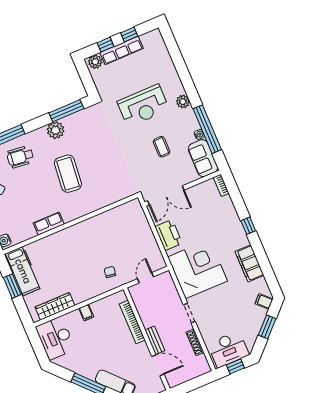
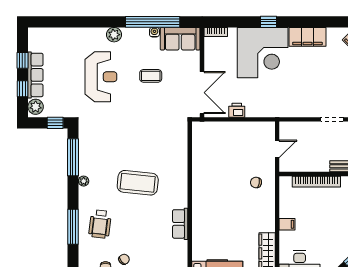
window: (89, 84) -> (55, 123), added
plant: (56, 130) -> (84, 181), width x0.53, depth x0.53
printer: (169, 235) -> (237, 110), width x0.53, depth x0.68
corner desk: (198, 269) -> (263, 53), moved, turned 180
door: (145, 278) -> (277, 149), swing flipped

